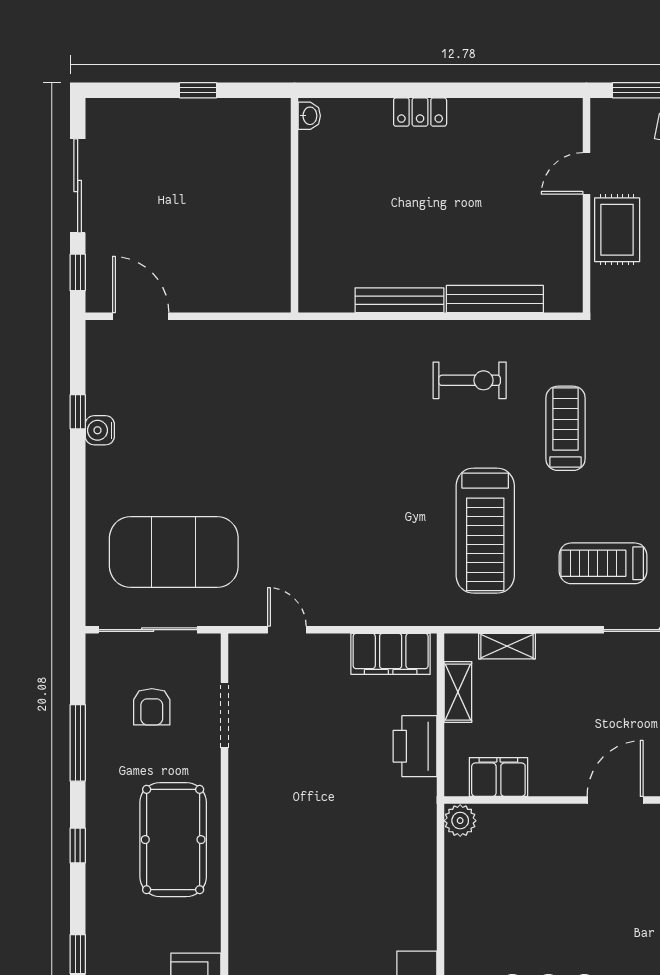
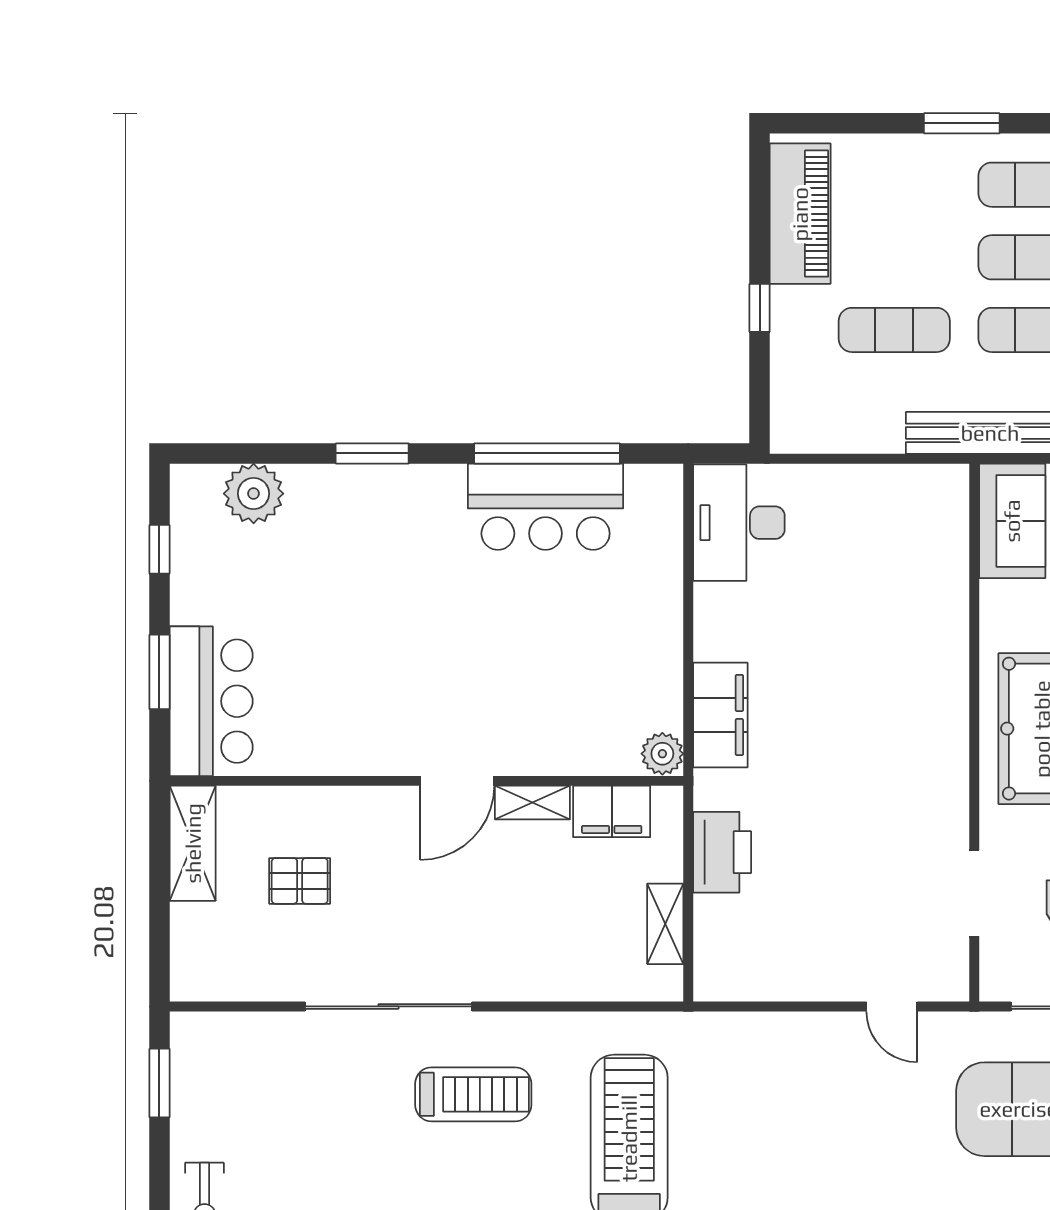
shelving: (507, 646) -> (532, 803), moved
filing cabinet: (391, 654) -> (720, 715), moved, turned 90

